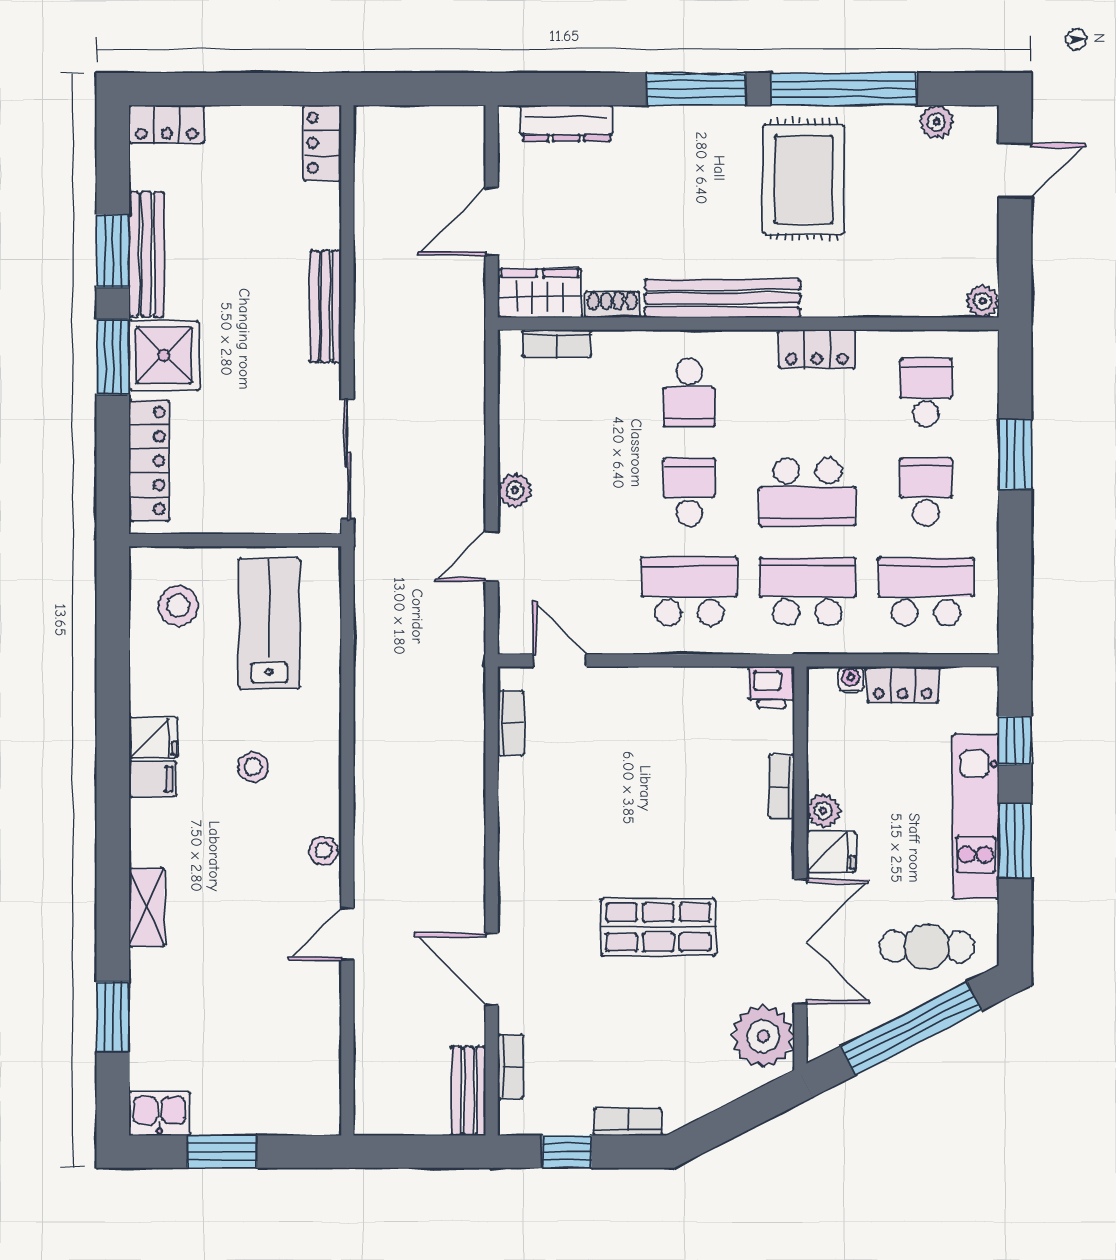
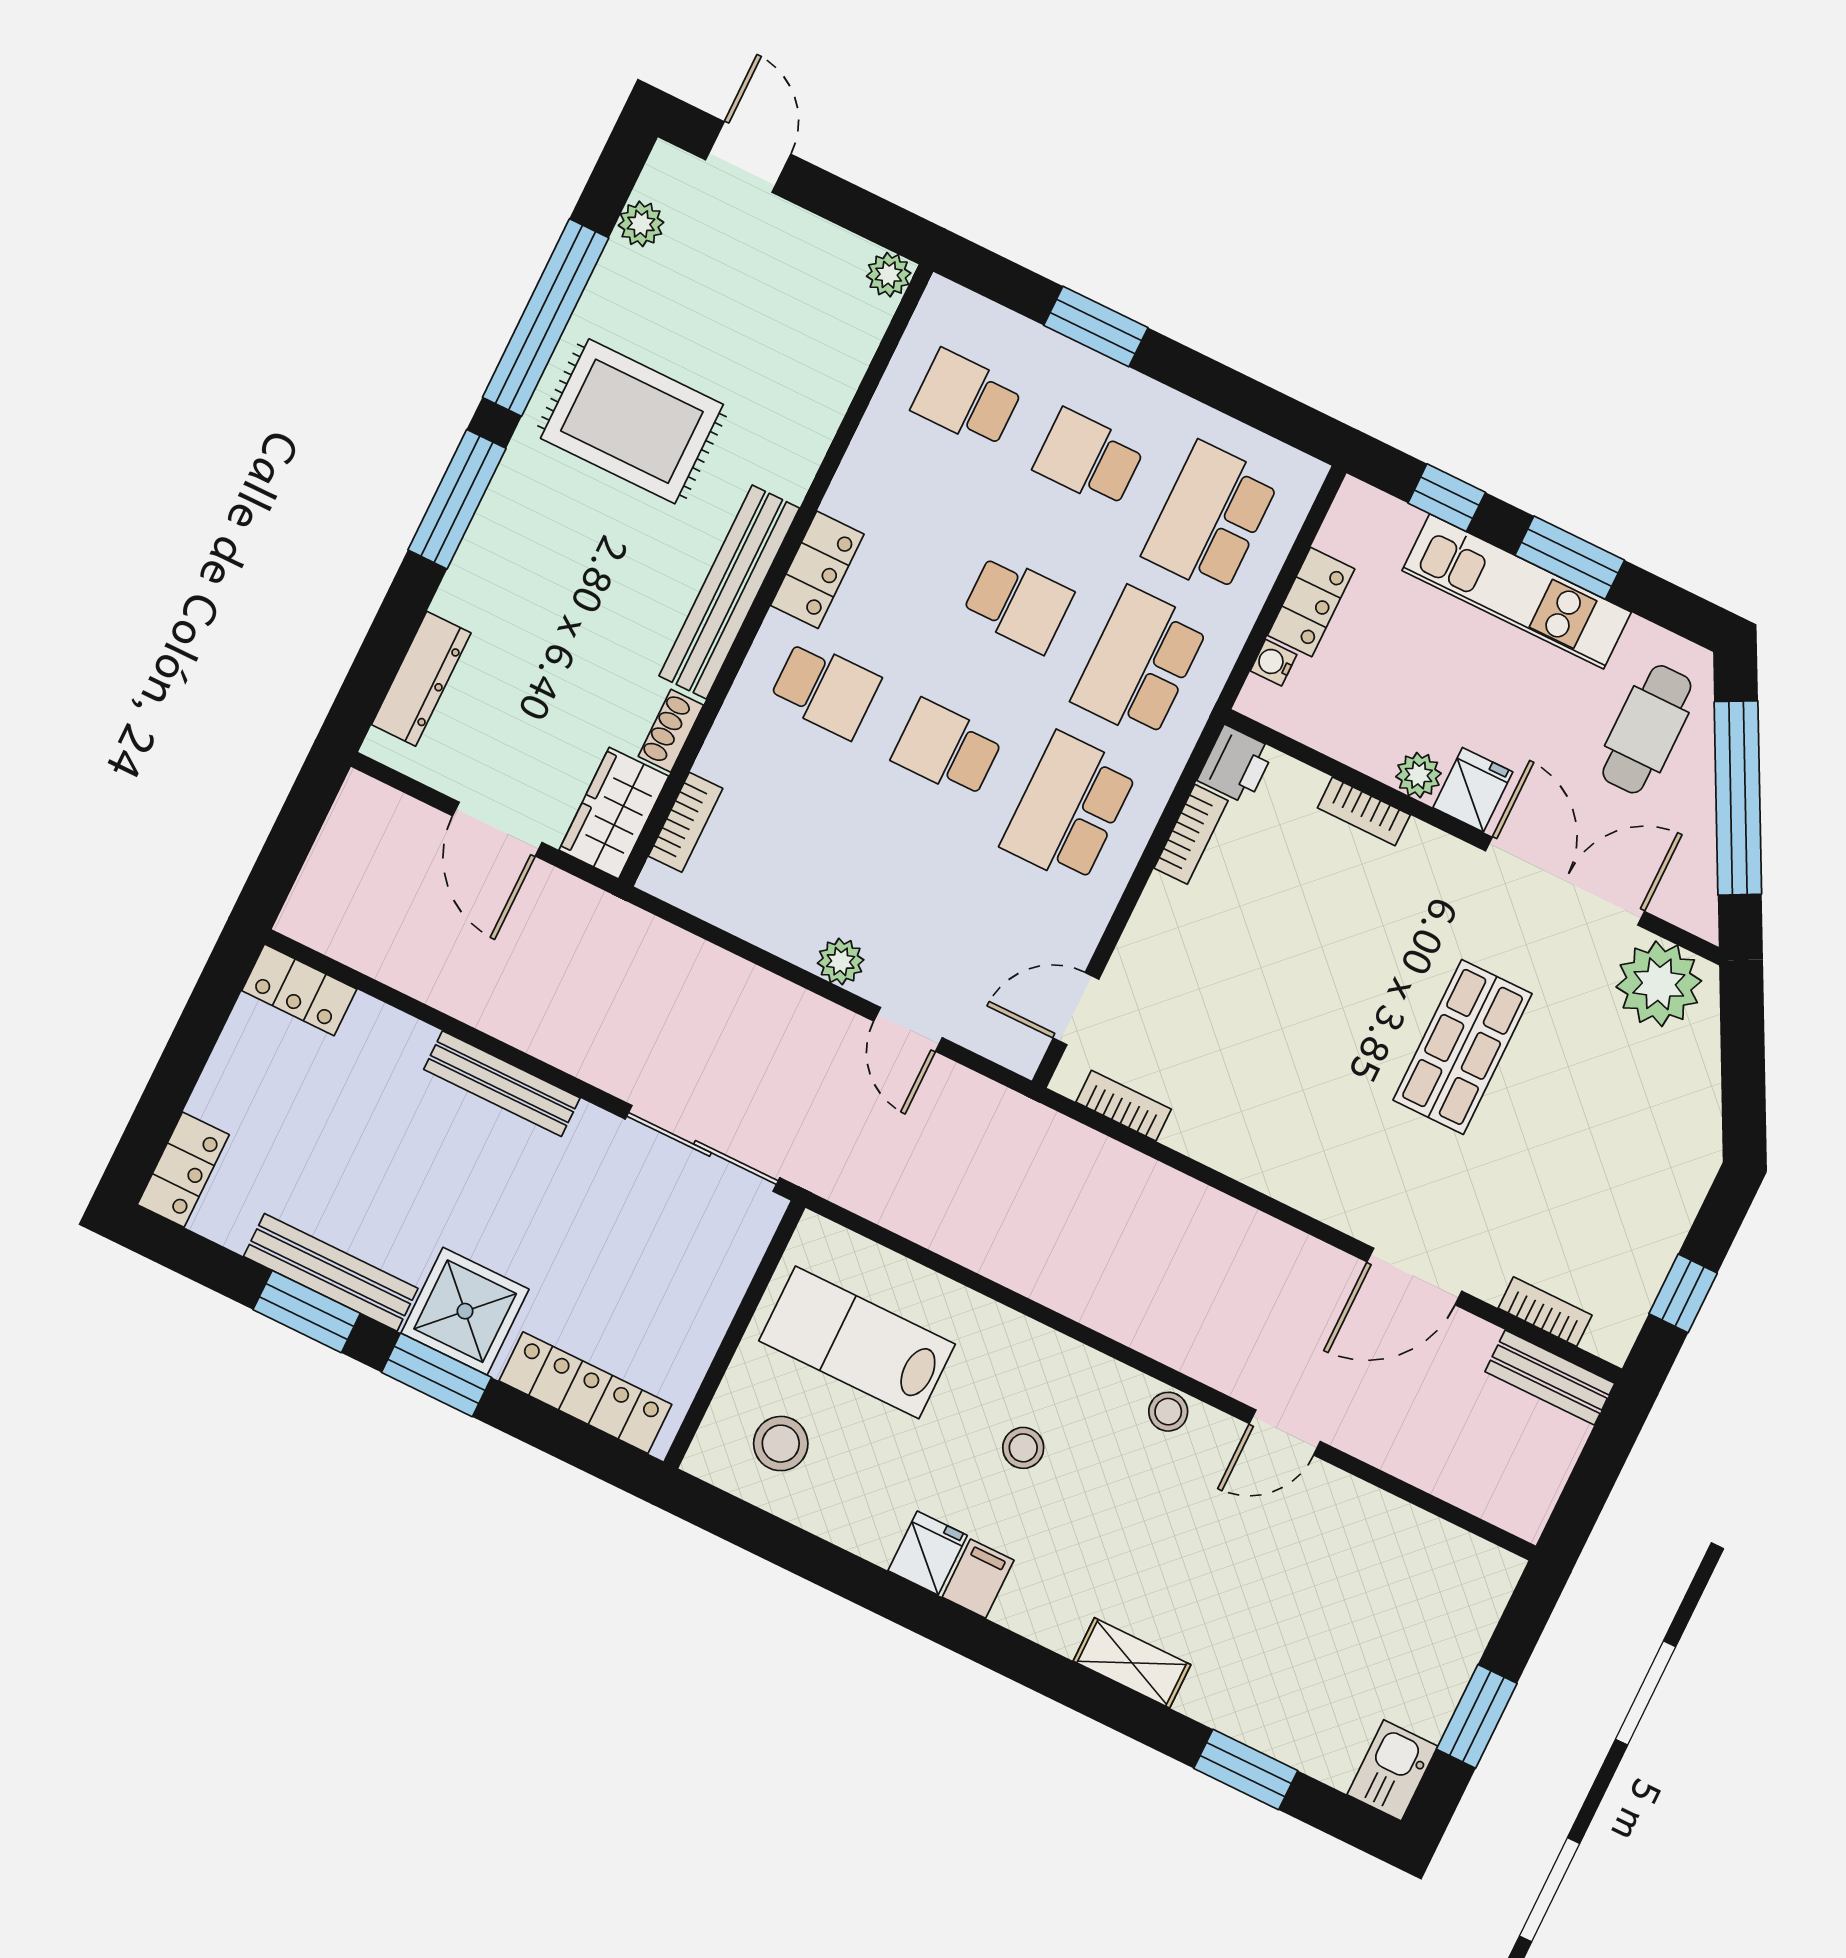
locker: (817, 349) -> (817, 570), moved
school desk: (808, 492) -> (1018, 604), width x0.54
door: (347, 934) -> (1285, 1432), hinge flipped
bookcase: (628, 1122) -> (1191, 834), moved, turned 180

